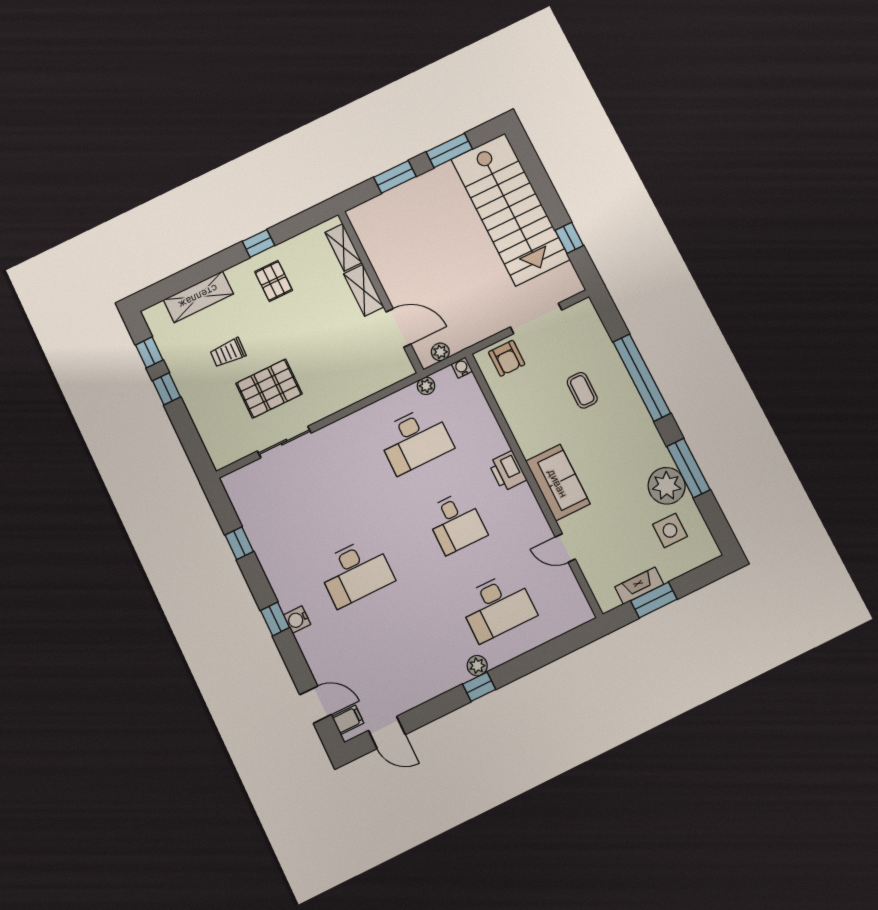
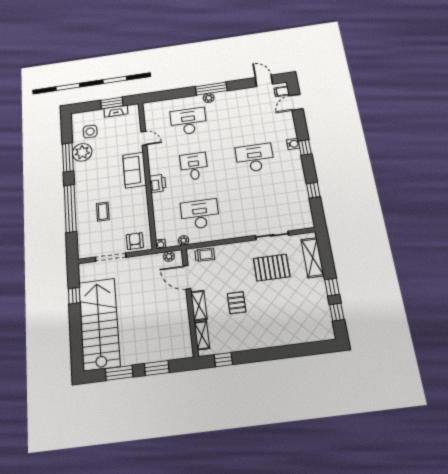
window: (258, 243) -> (223, 360), moved
pallet: (274, 281) -> (237, 303), moved
shelving: (198, 297) -> (313, 258), moved, turned 90
trolley: (228, 353) -> (205, 255), moved
window: (479, 687) -> (211, 89), width x2.17
door: (315, 705) -> (296, 102), hinge flipped

